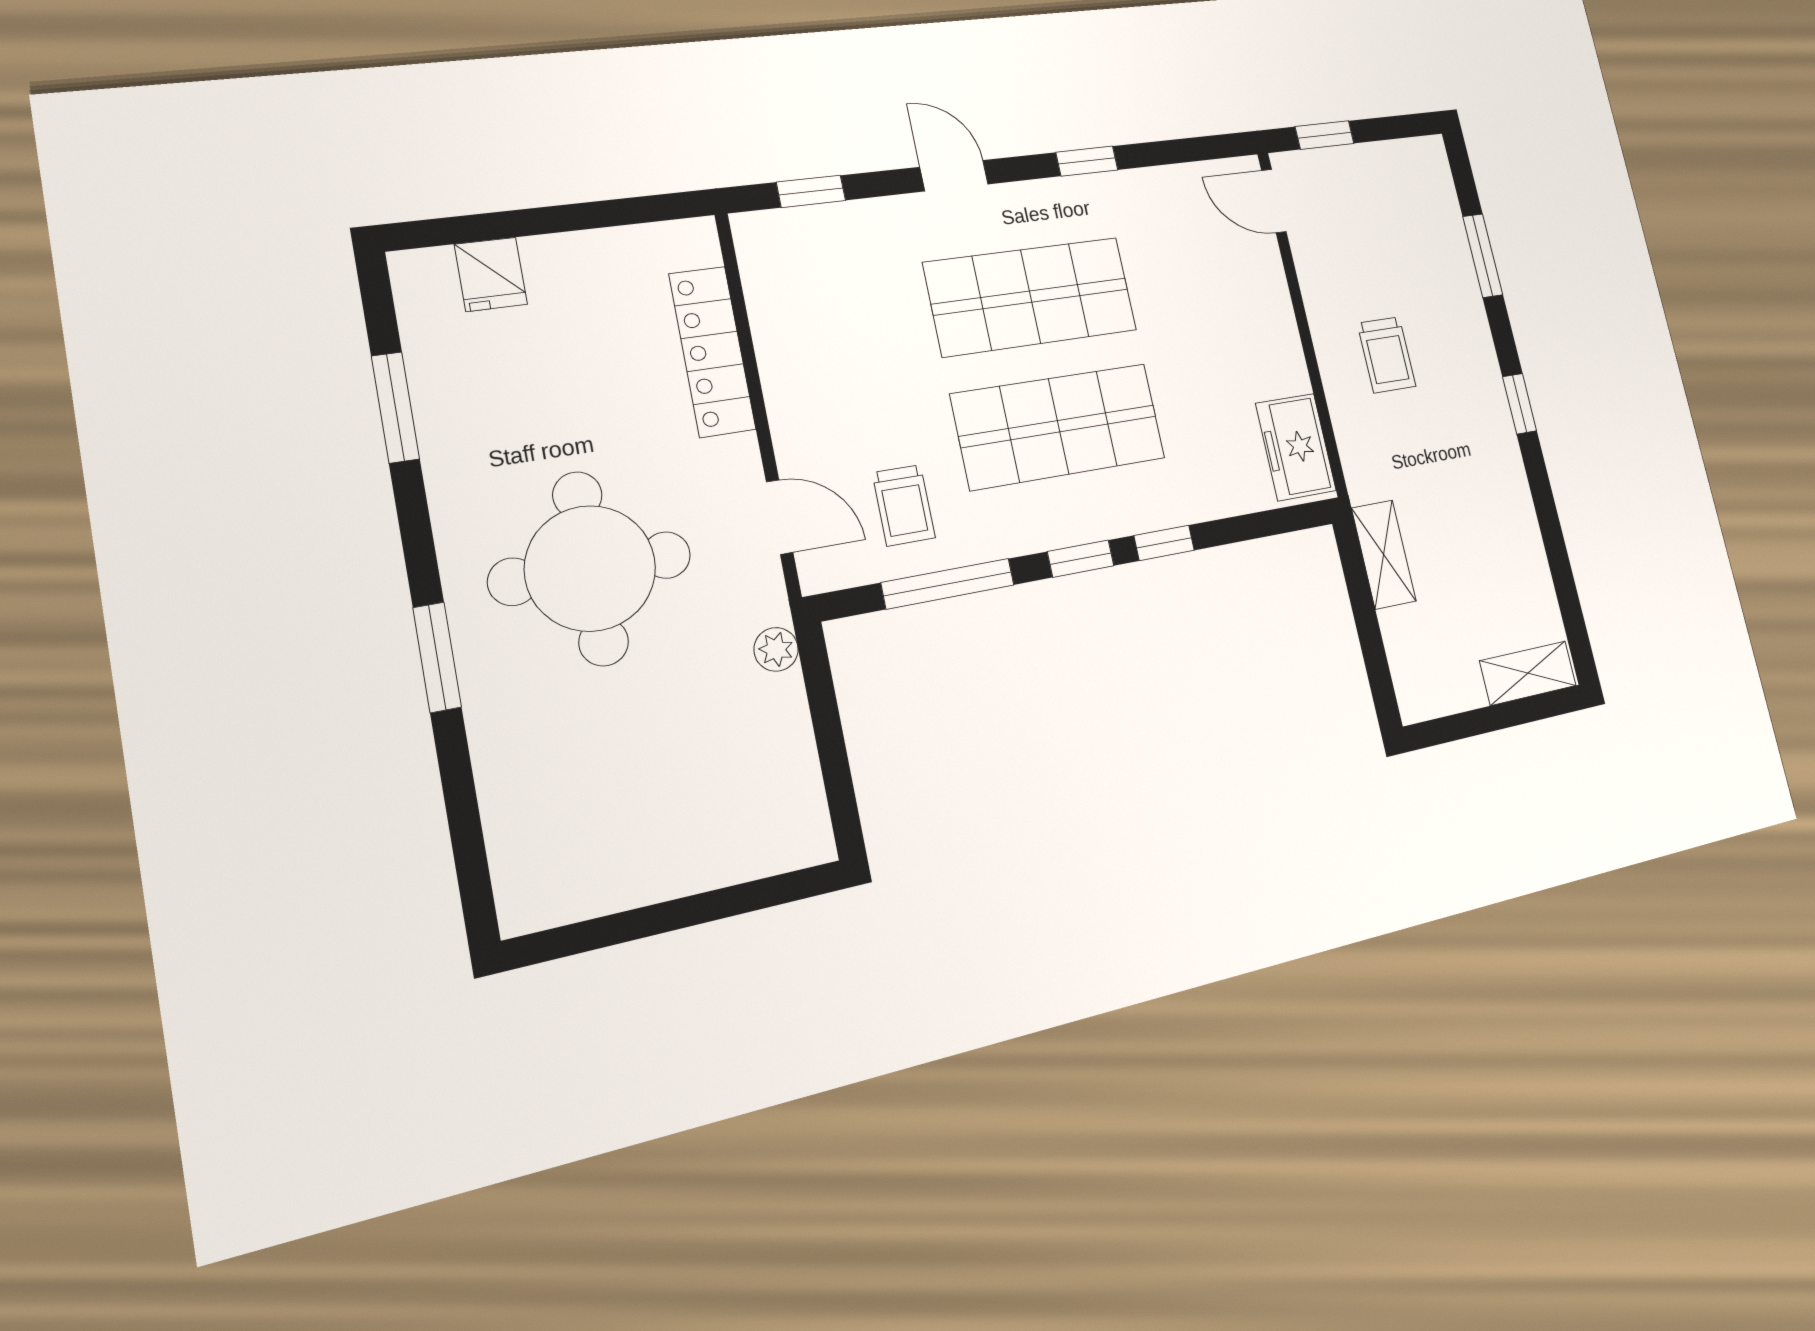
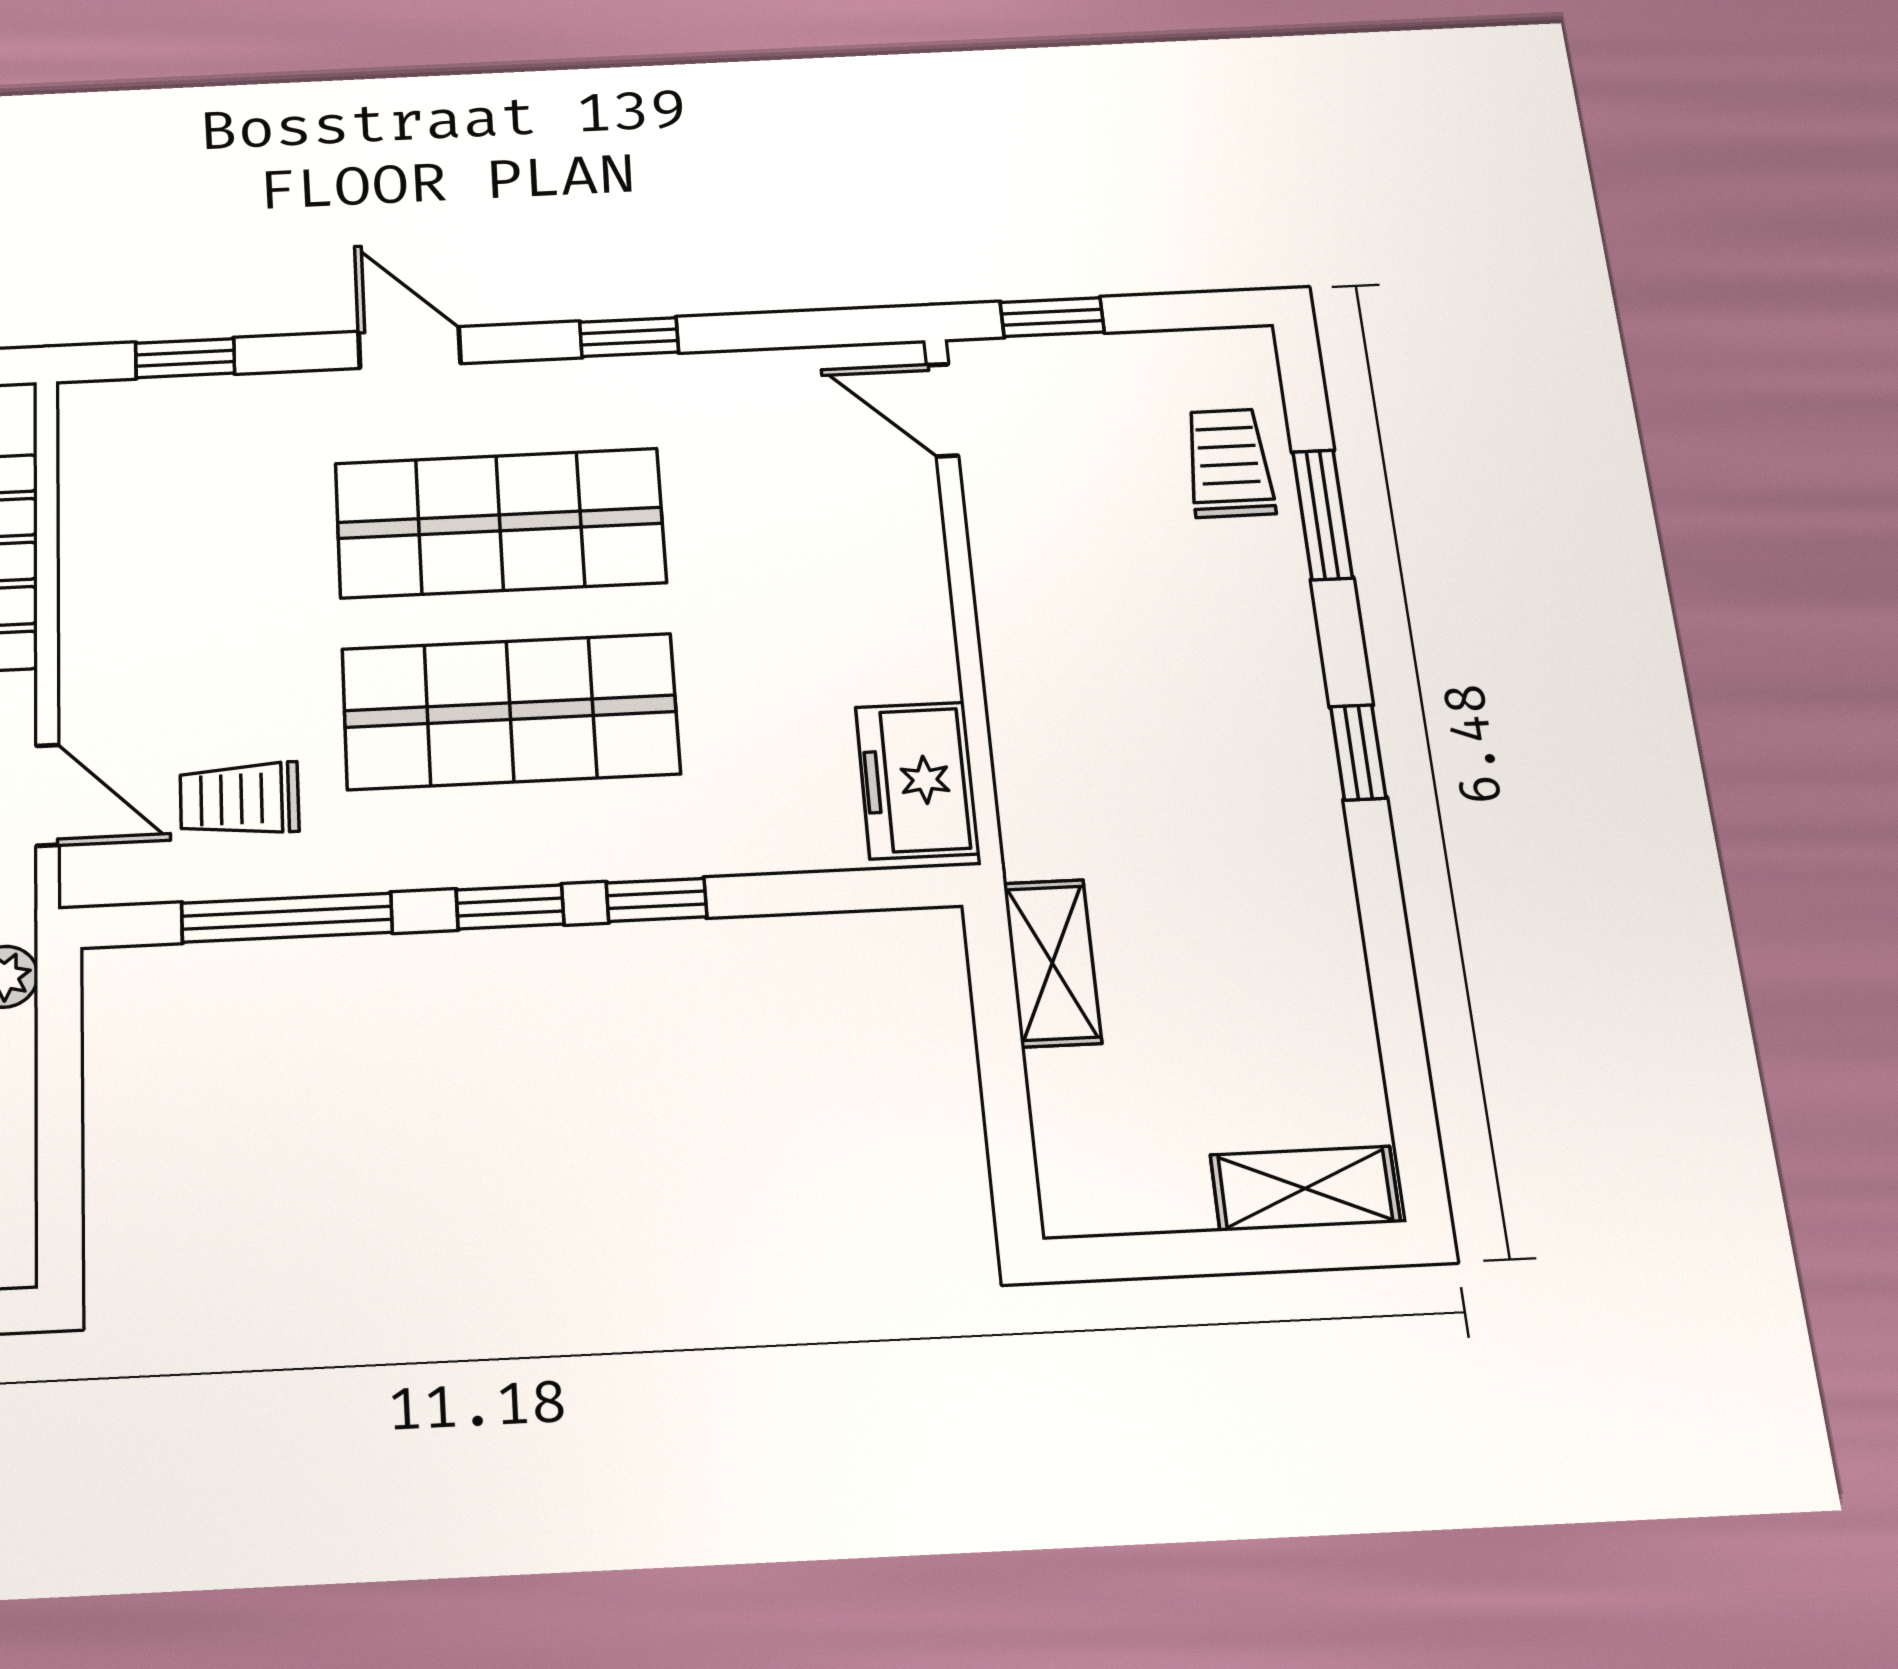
trolley: (1387, 355) -> (1229, 463), moved, turned 180
trolley: (904, 505) -> (239, 799), turned 90

